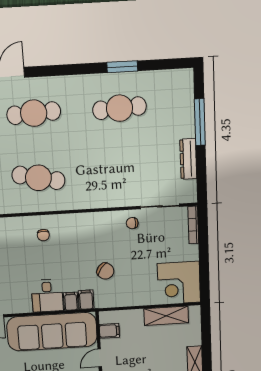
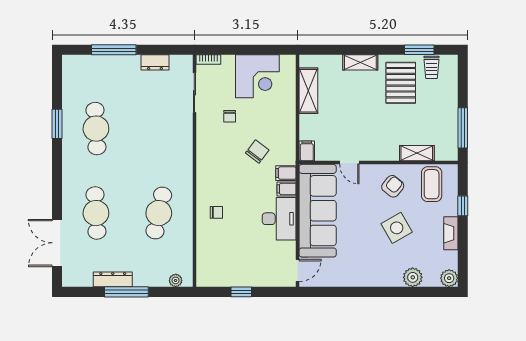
dresser: (188, 159) -> (155, 62), width x0.70
chair: (132, 223) -> (230, 116), moved
bookcase: (193, 225) -> (208, 59), width x0.64
corner desk: (179, 283) -> (257, 76), moved
desk: (47, 296) -> (279, 219), width x1.37
filing cabinet: (109, 331) -> (307, 151), moved

